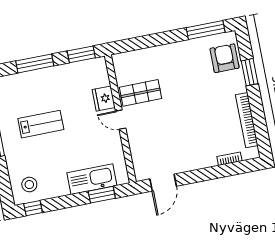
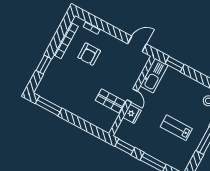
armchair: (225, 58) -> (89, 54), moved
kitchen sink: (92, 179) -> (154, 76), moved, turned -90

